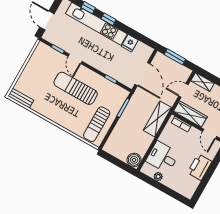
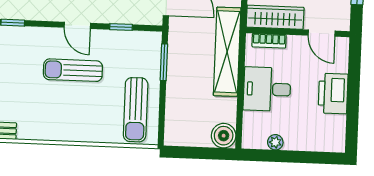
door: (75, 59) -> (77, 25), moved
sun lounger: (76, 88) -> (73, 70), width x0.73, depth x0.75
shelving: (157, 119) -> (227, 52), width x1.47
desk: (163, 157) -> (267, 89), moved

